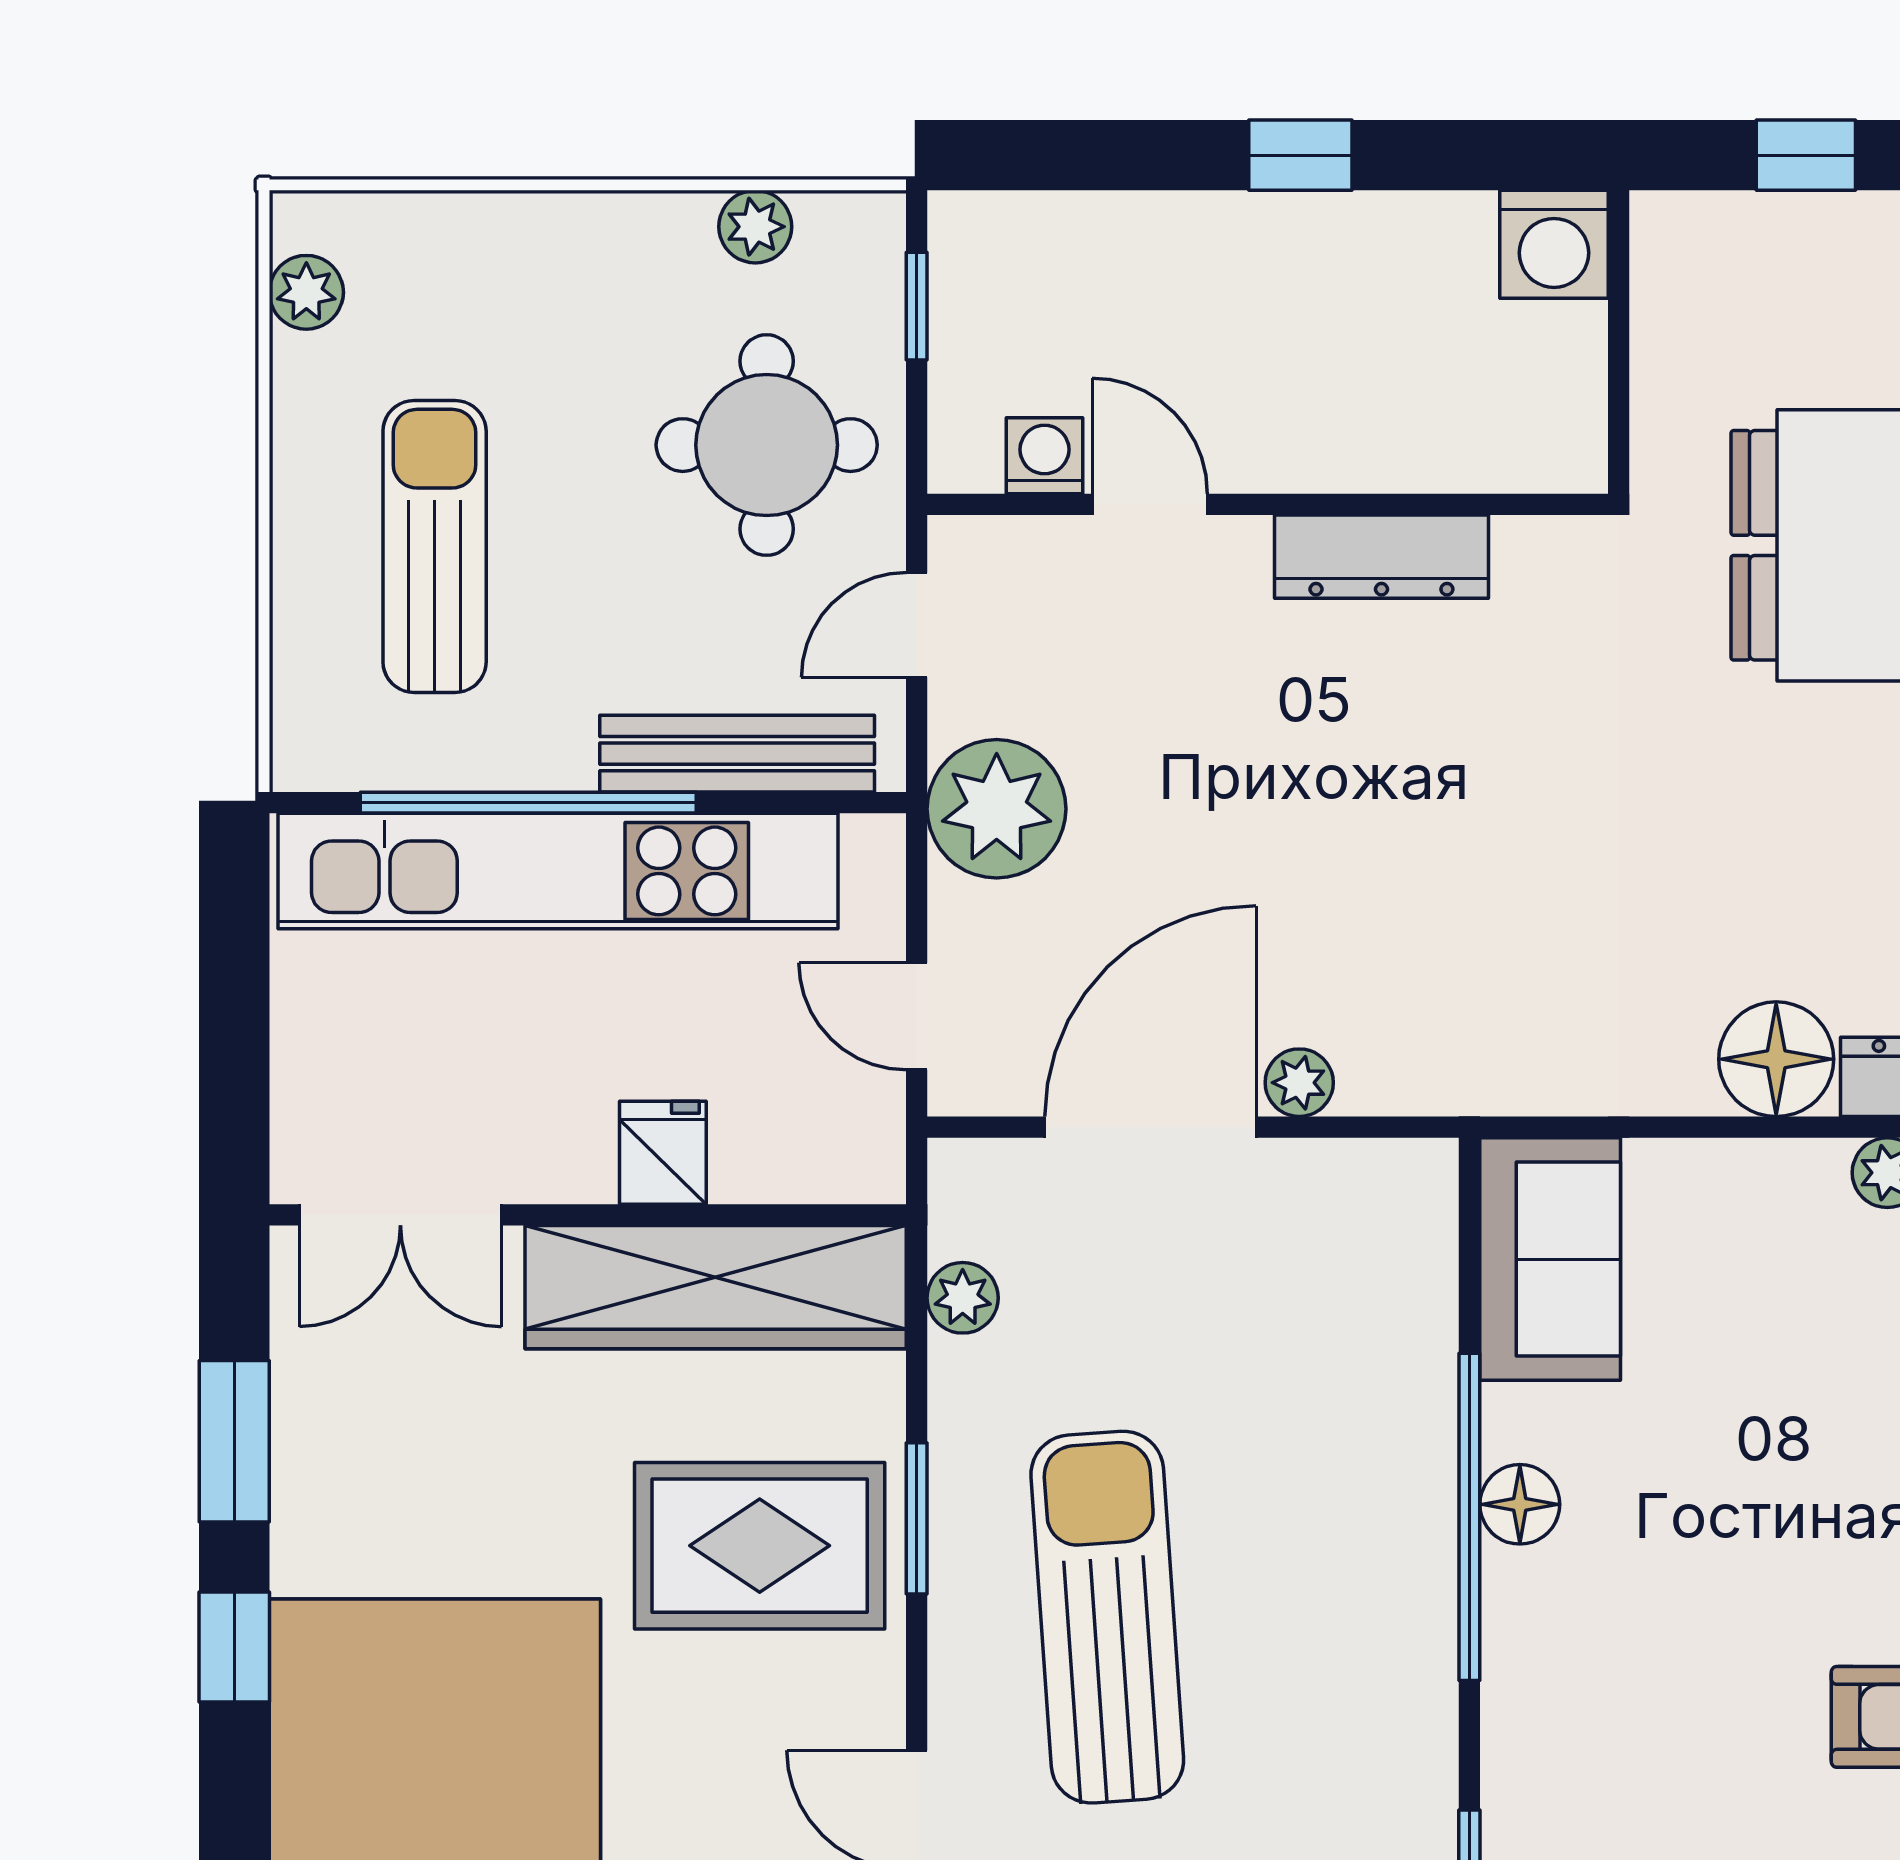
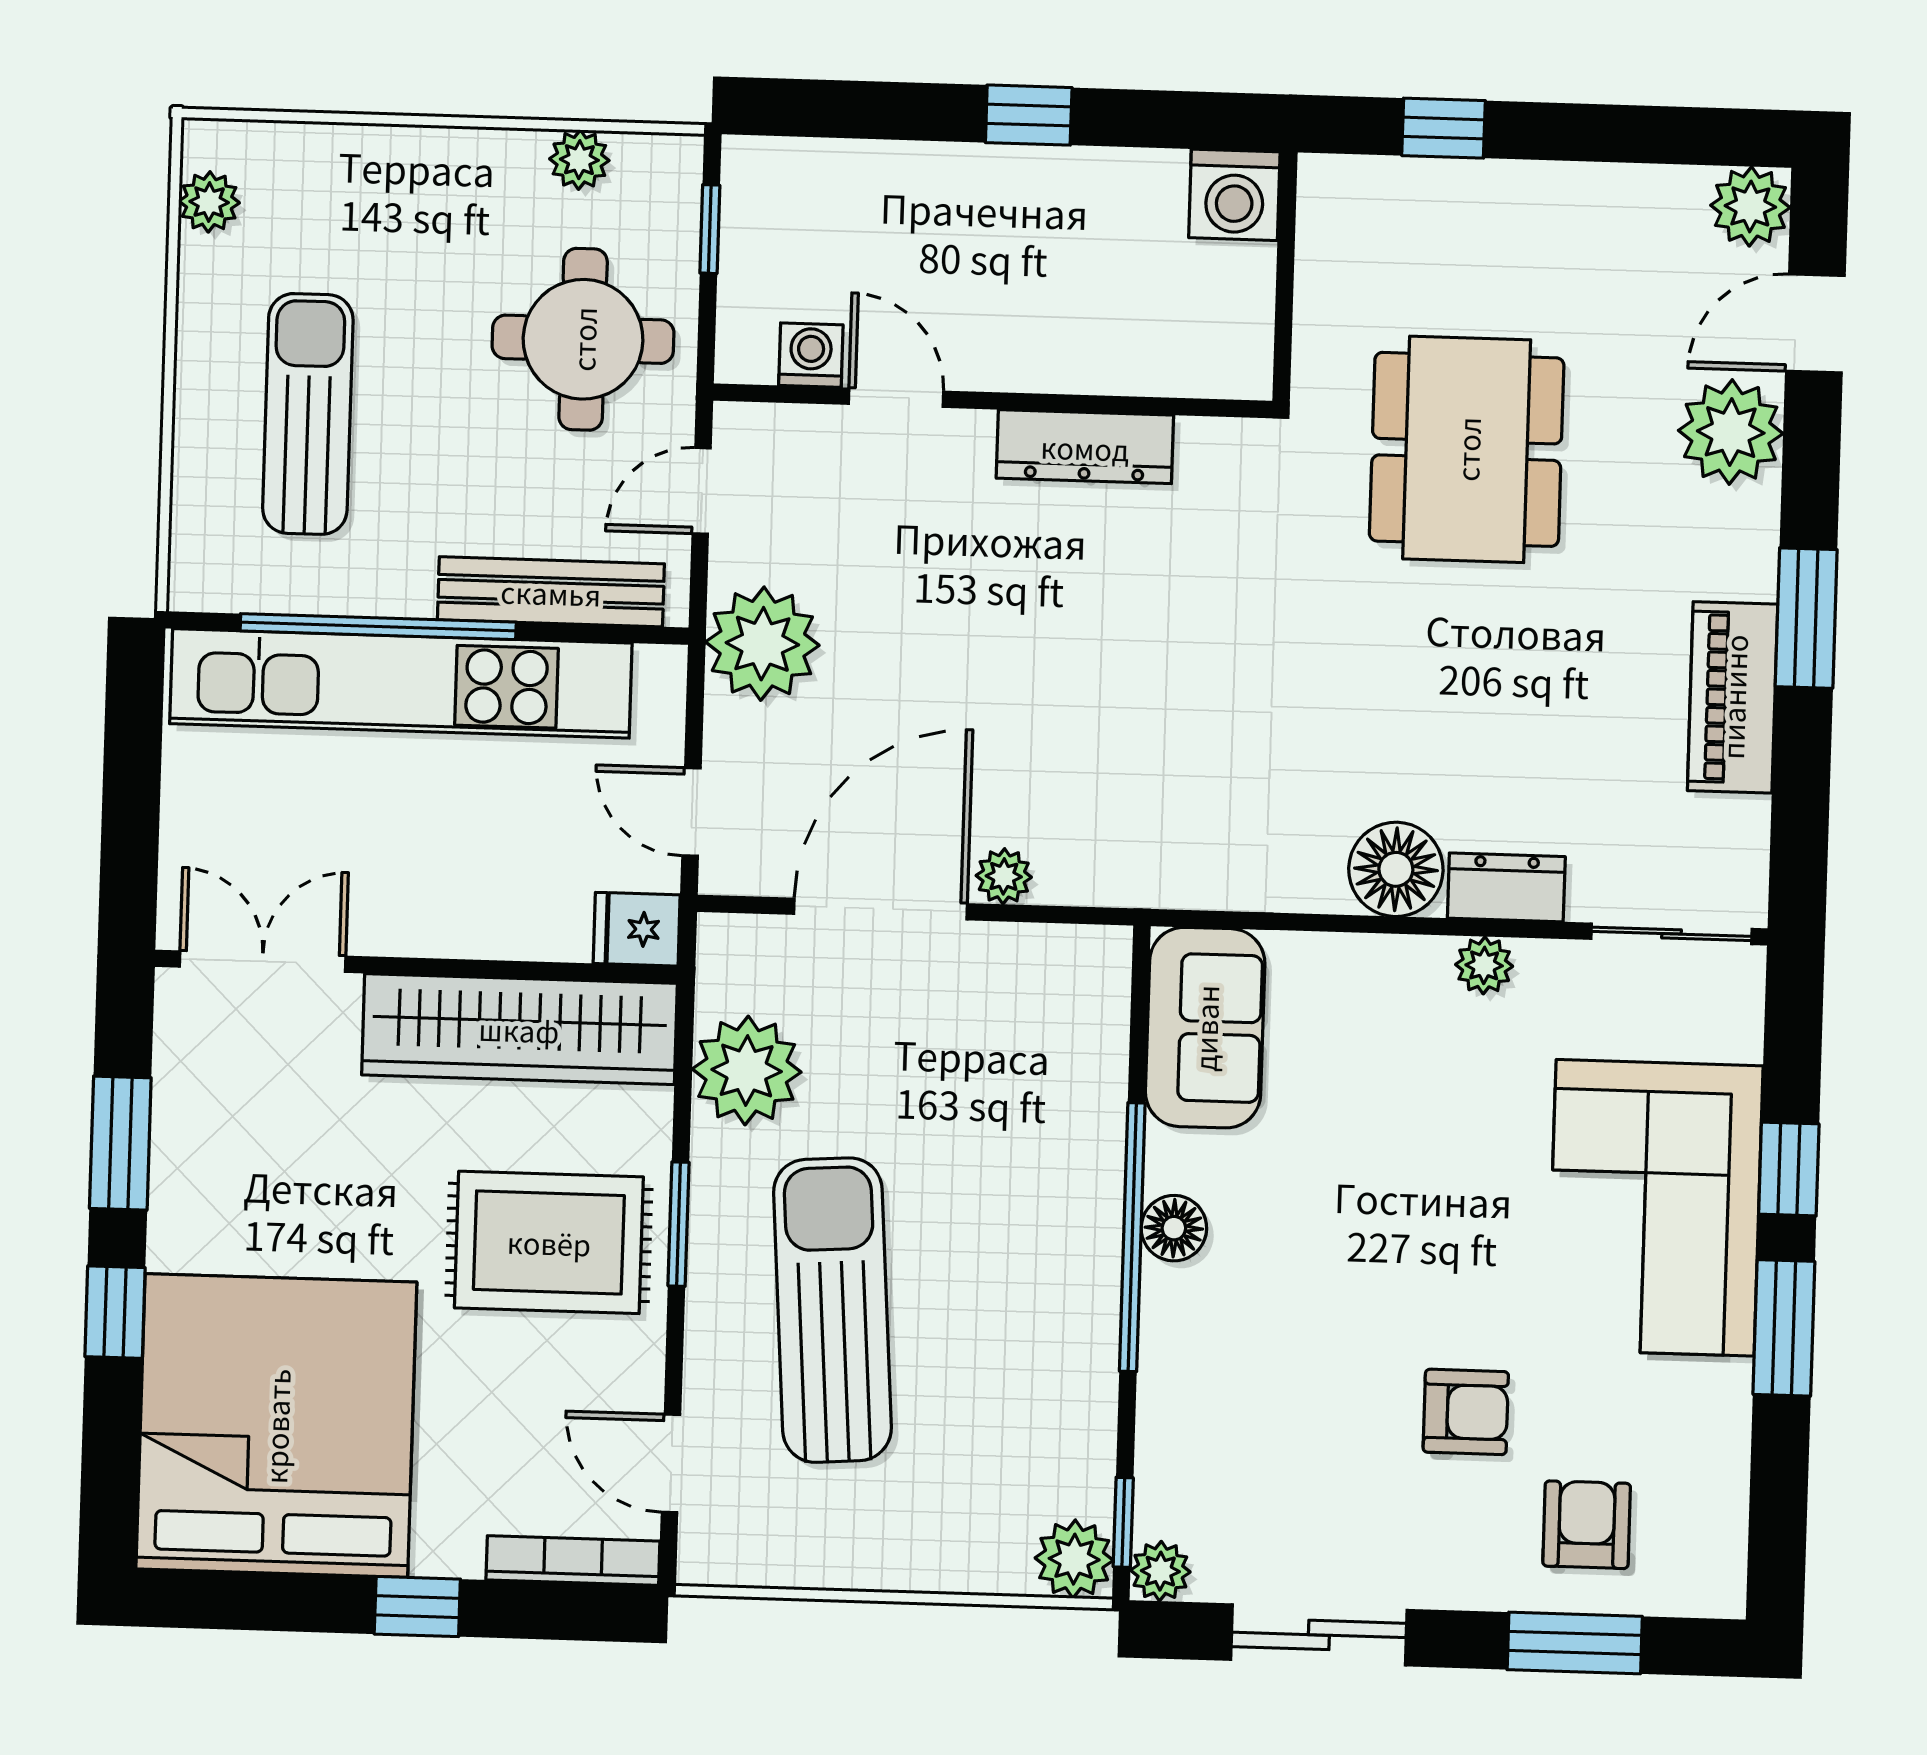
fridge: (663, 1153) -> (637, 929), moved, turned -90
double door: (400, 1215) -> (263, 962), swing flipped
plant: (963, 1298) -> (747, 1070), width x1.88, depth x1.88

